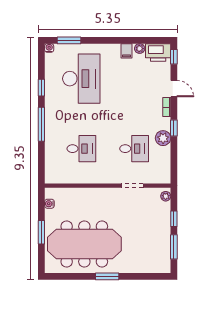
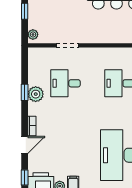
door: (174, 89) -> (25, 145), swing flipped
window: (174, 128) -> (25, 92), moved

